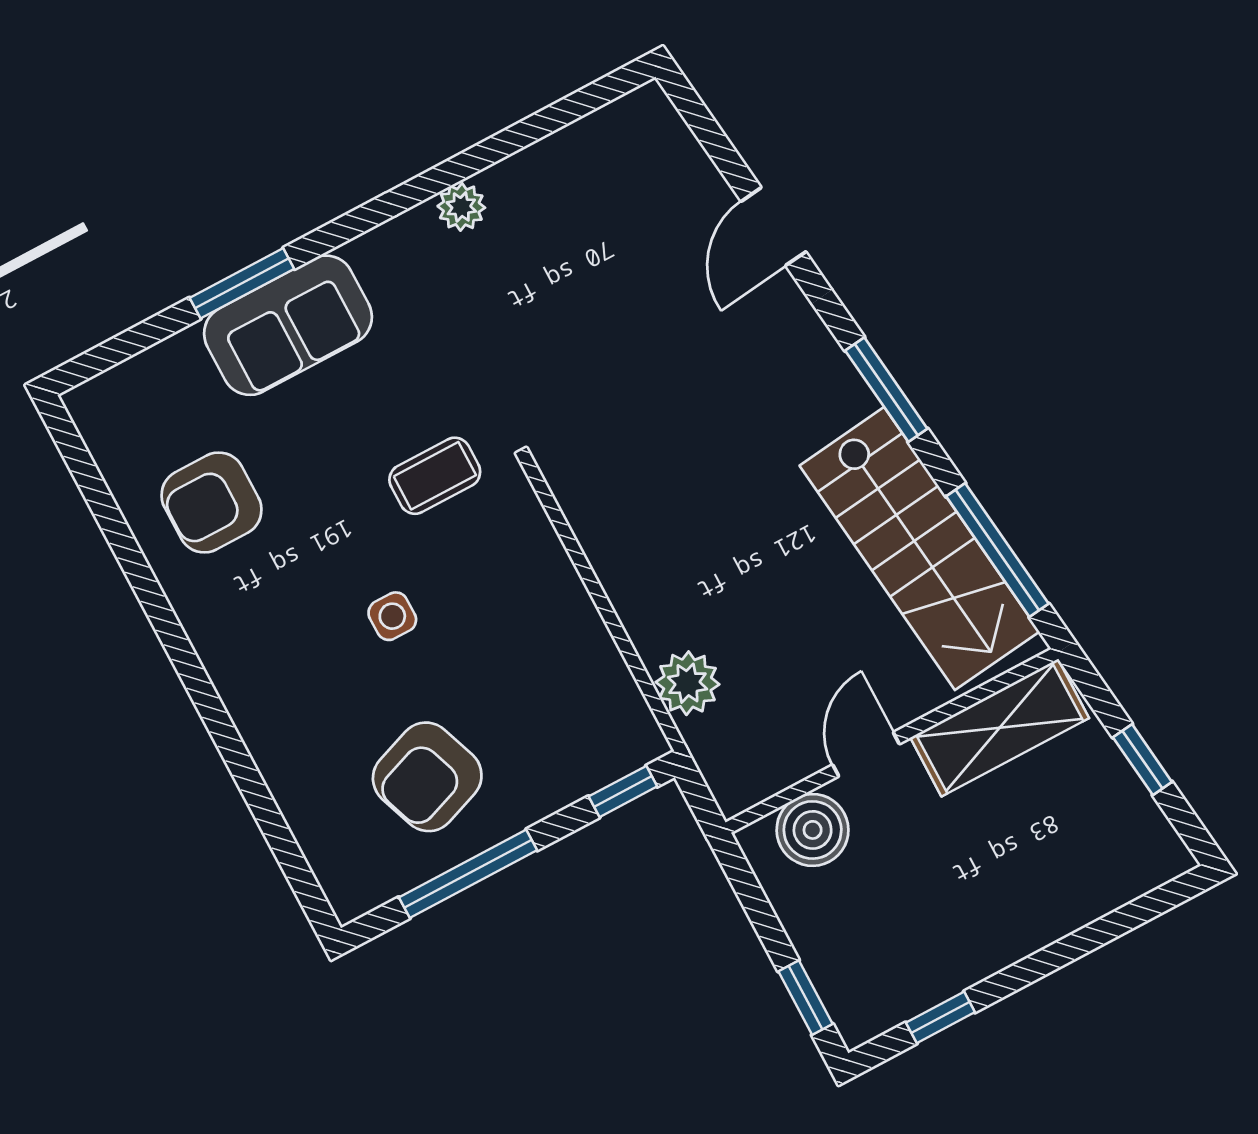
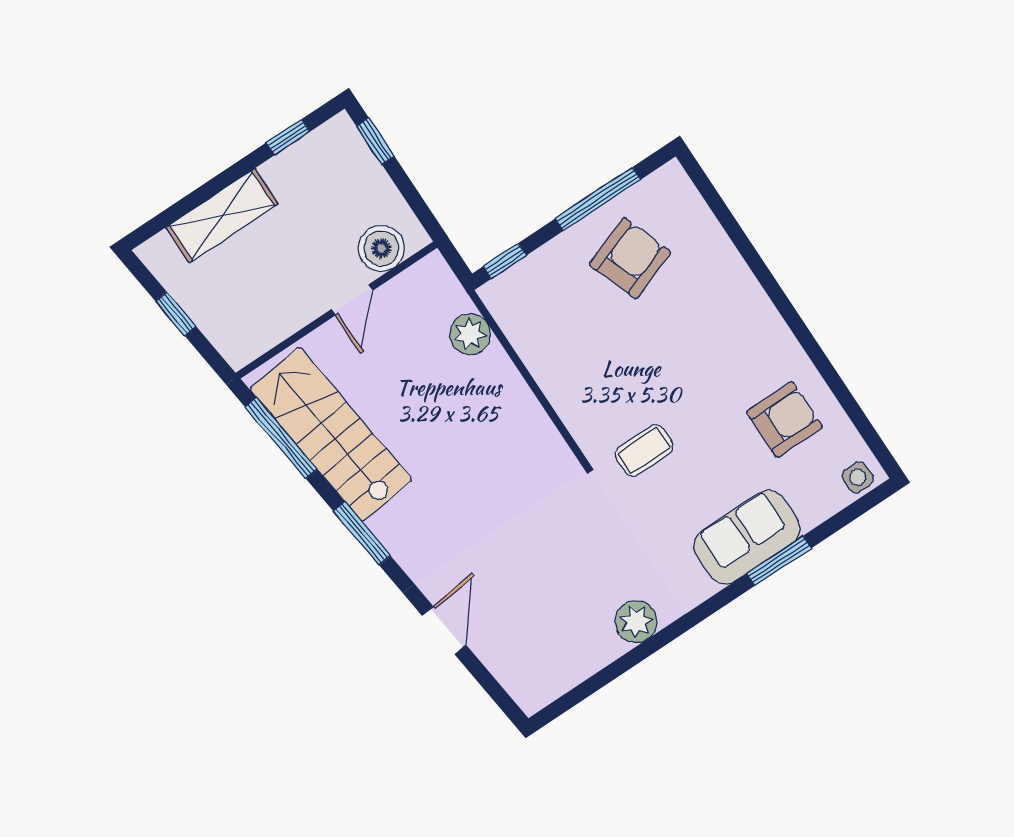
plant: (461, 207) -> (636, 622), width x1.38, depth x1.38
side table: (392, 616) -> (858, 477), moved
shelving: (1000, 728) -> (222, 216), moved

